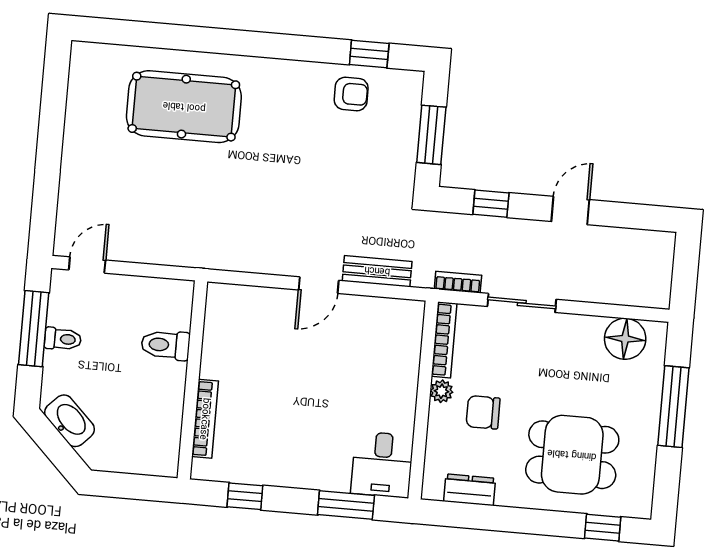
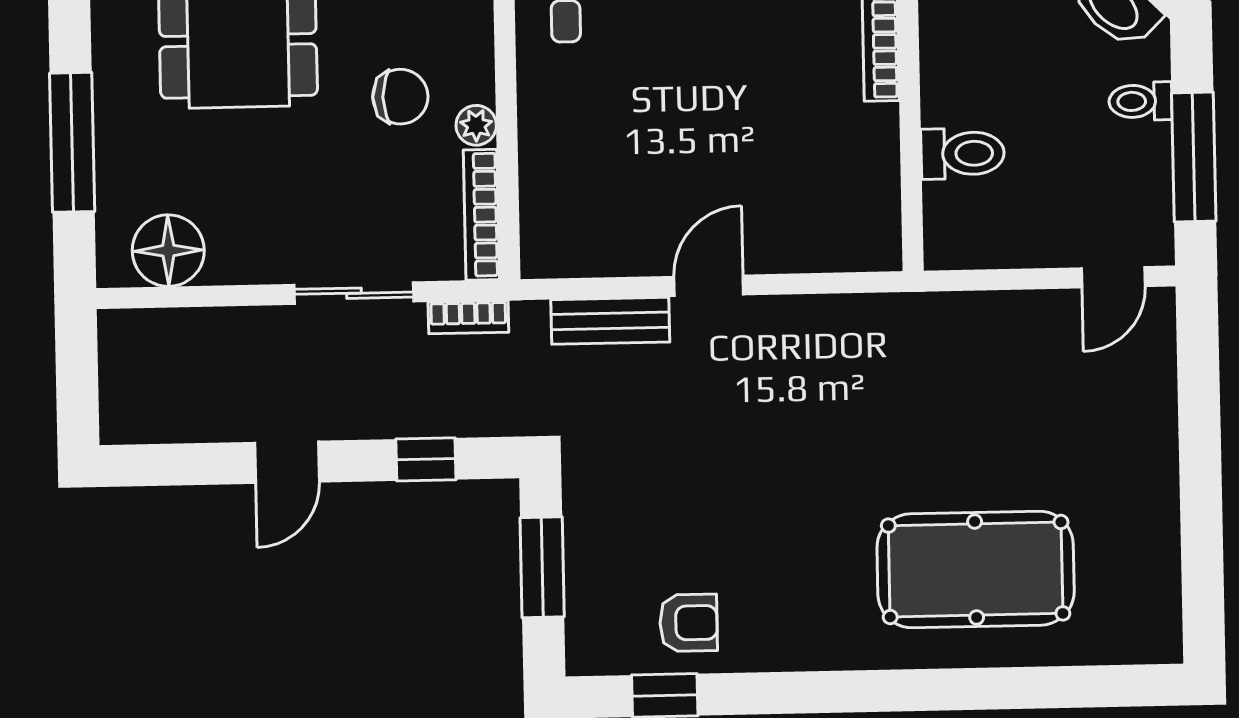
armchair: (351, 94) -> (688, 623), turned 180
toilet: (63, 339) -> (1140, 101), moved

